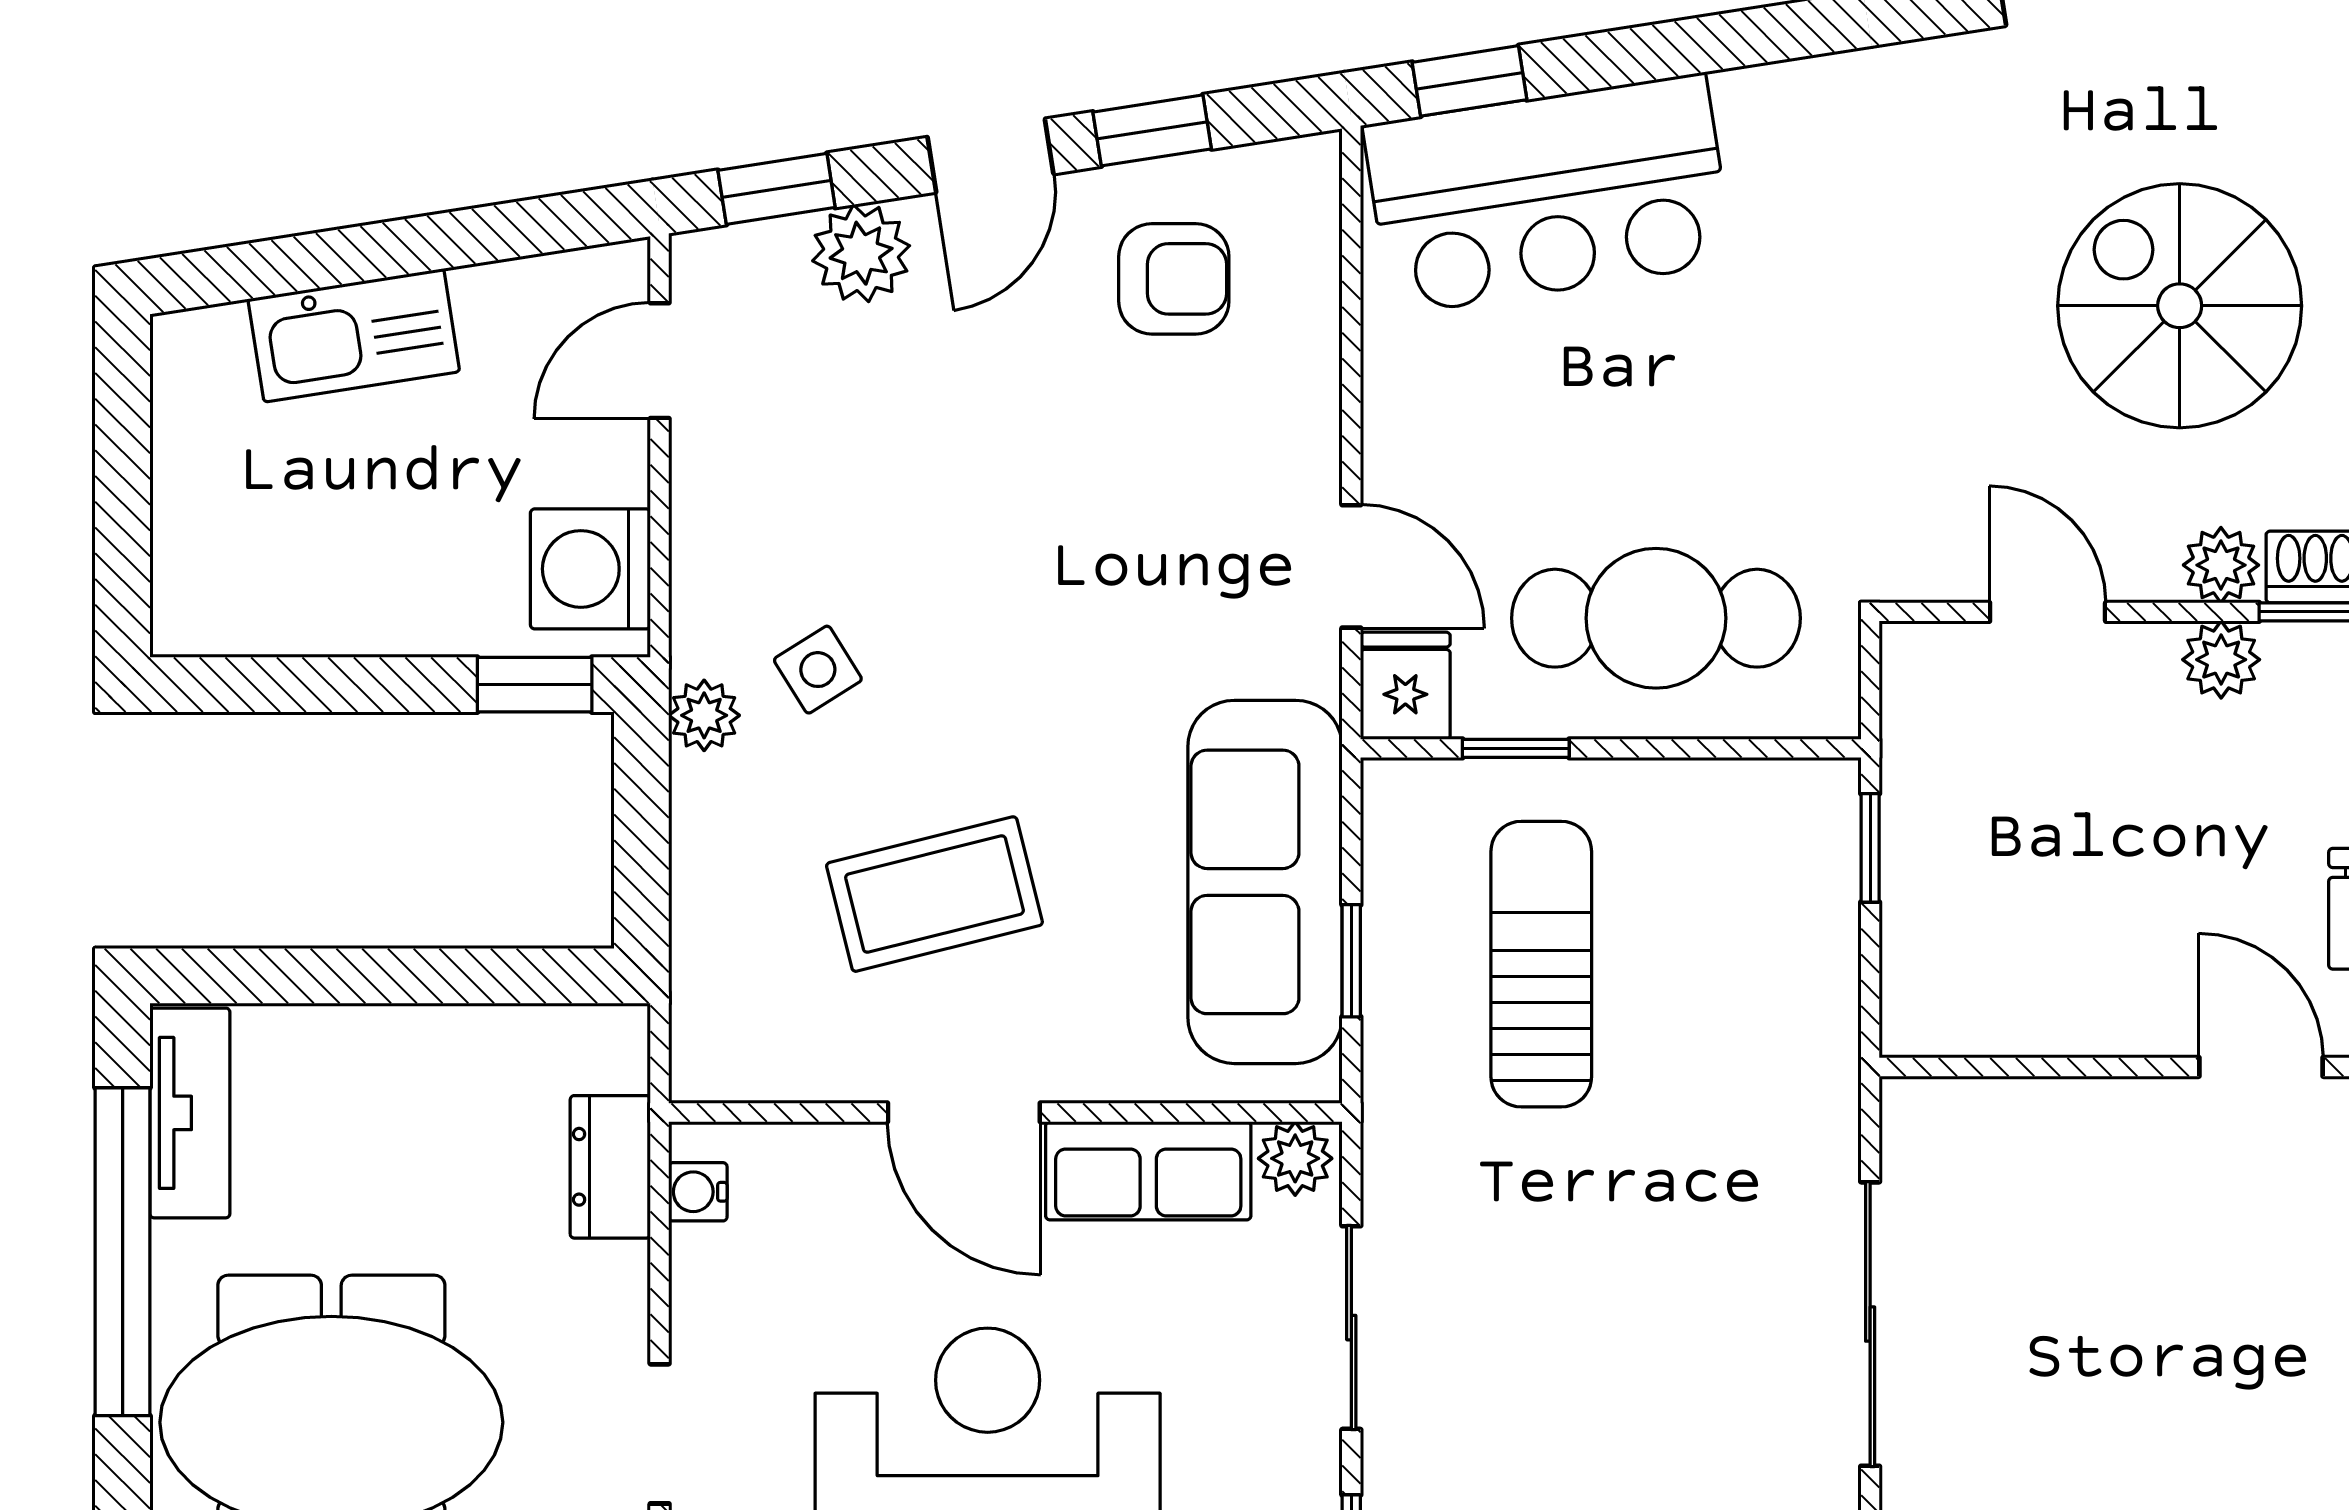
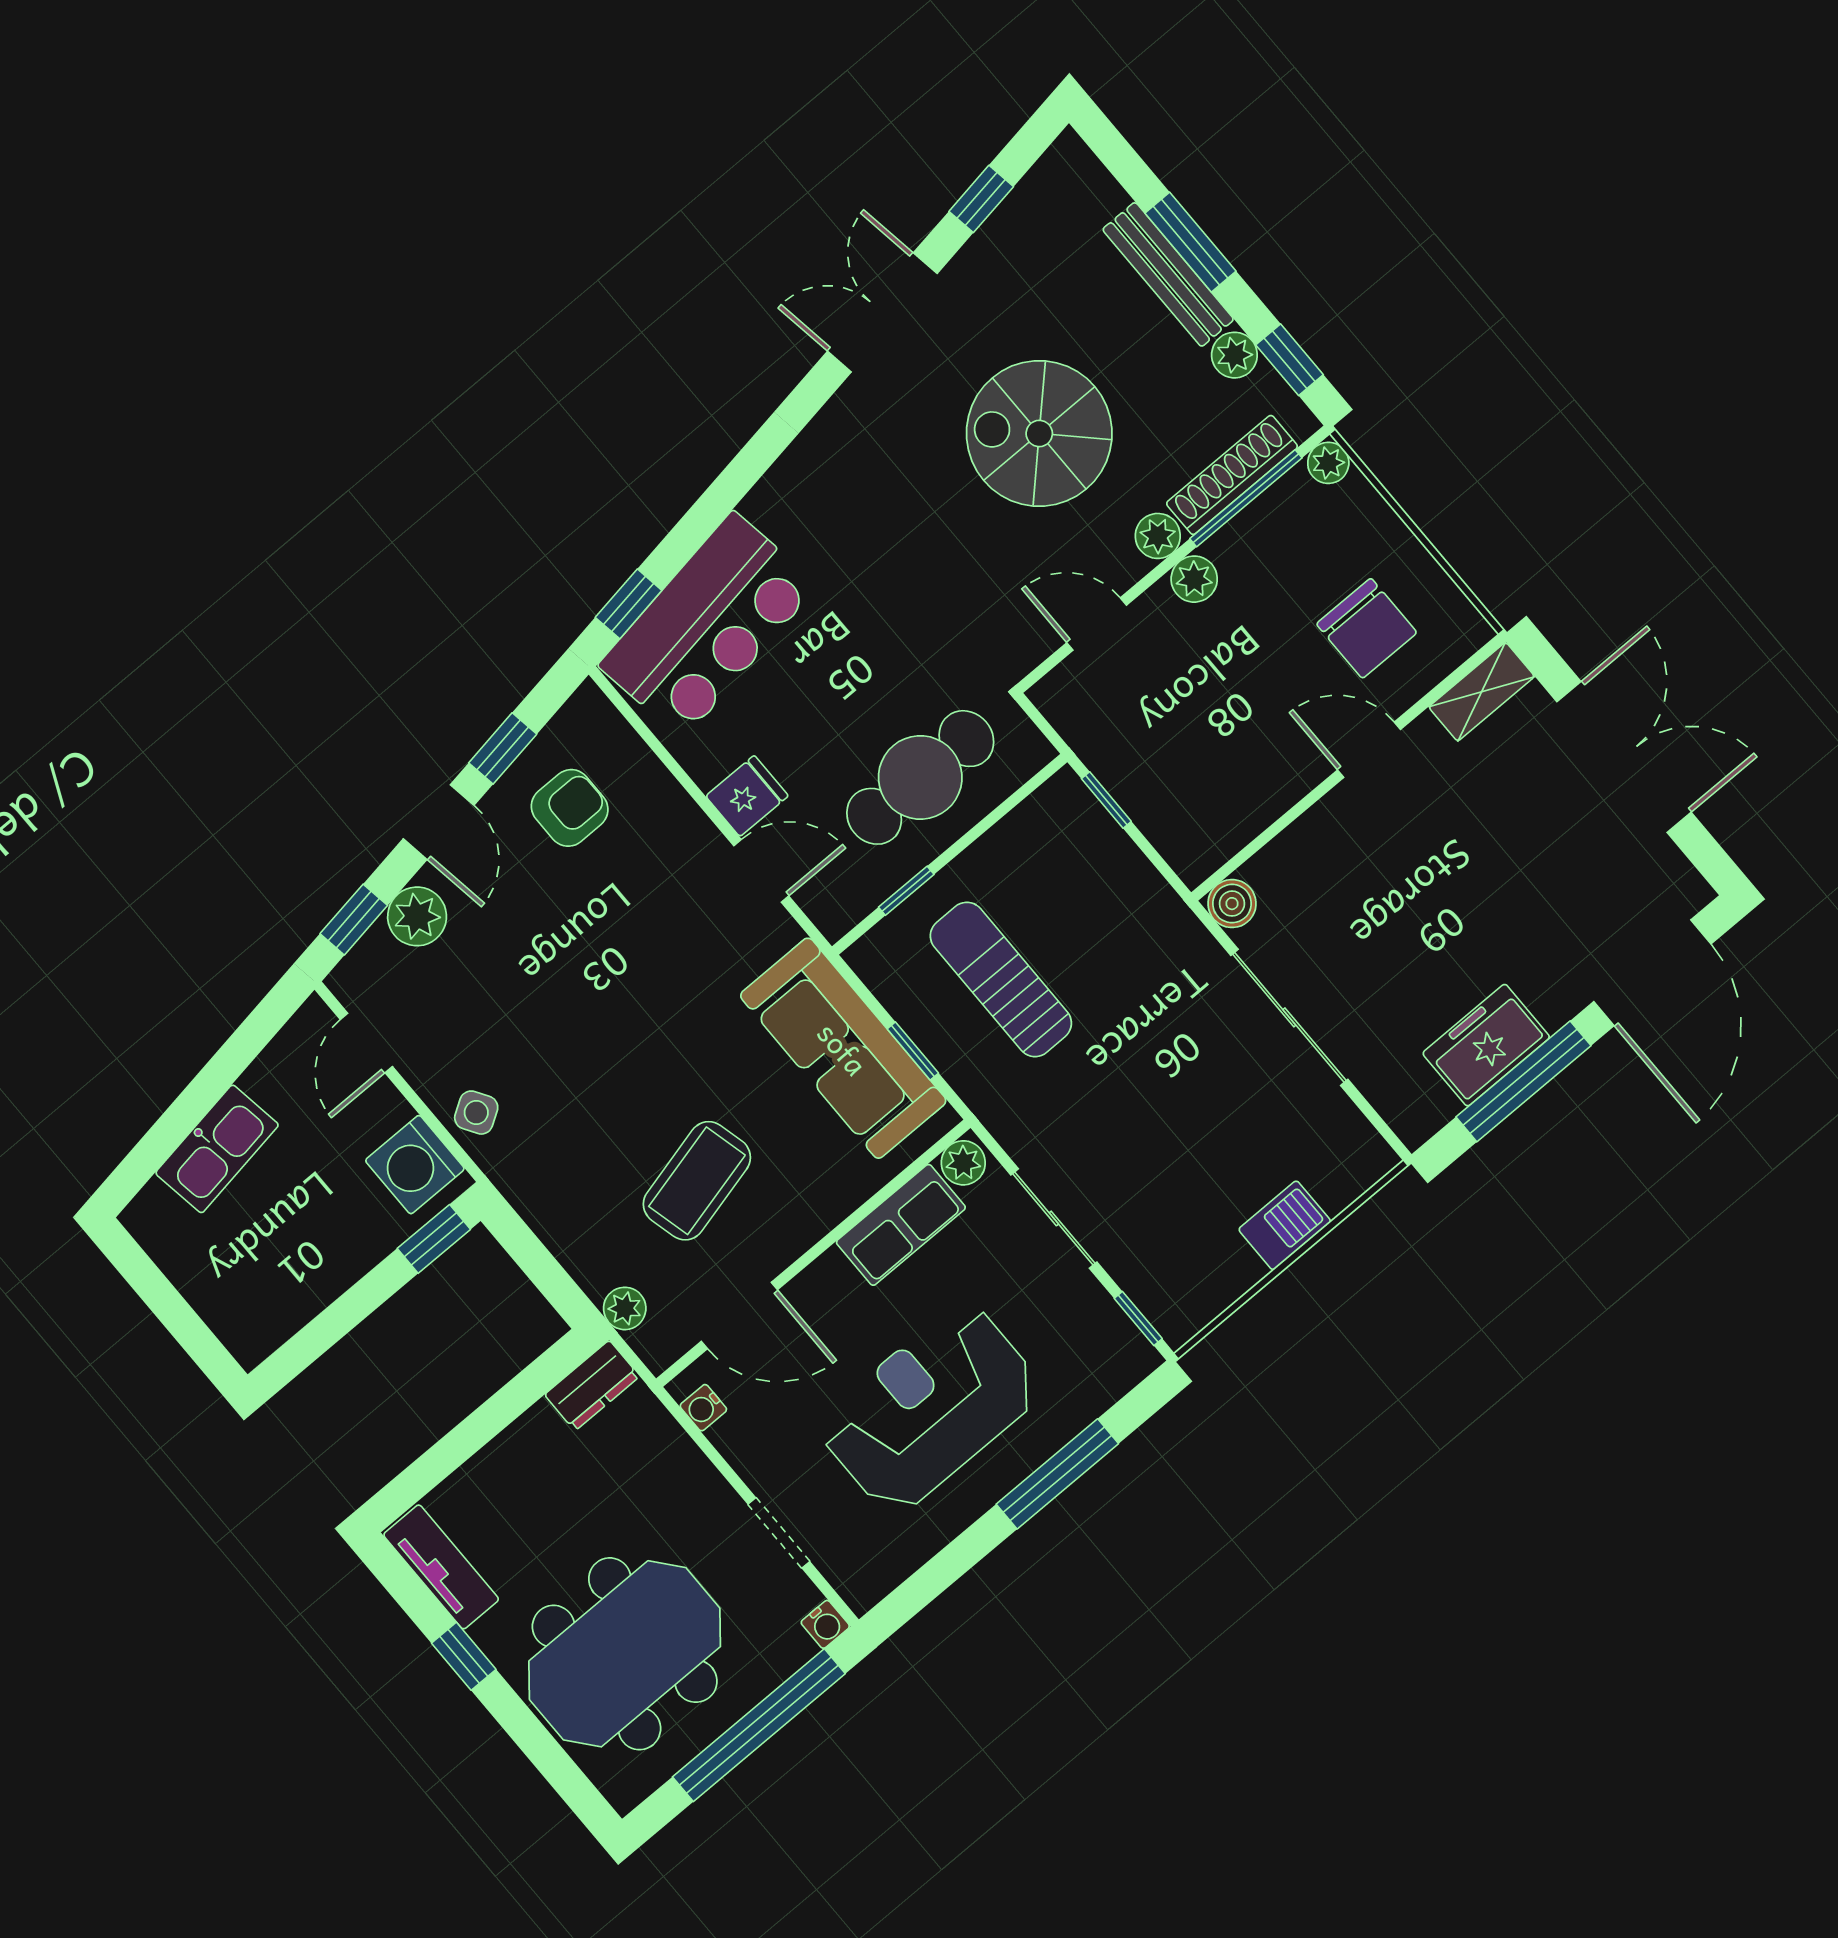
side table: (818, 670) -> (476, 1113), moved
fridge: (1405, 686) -> (747, 796), moved, turned 90
plant: (704, 715) -> (625, 1308), moved
door: (964, 1112) -> (739, 1316), moved
boiler: (1919, 1116) -> (1232, 904), added
dresser: (610, 1167) -> (592, 1386), moved, turned -90
window: (123, 1252) -> (464, 1656), width x0.32

